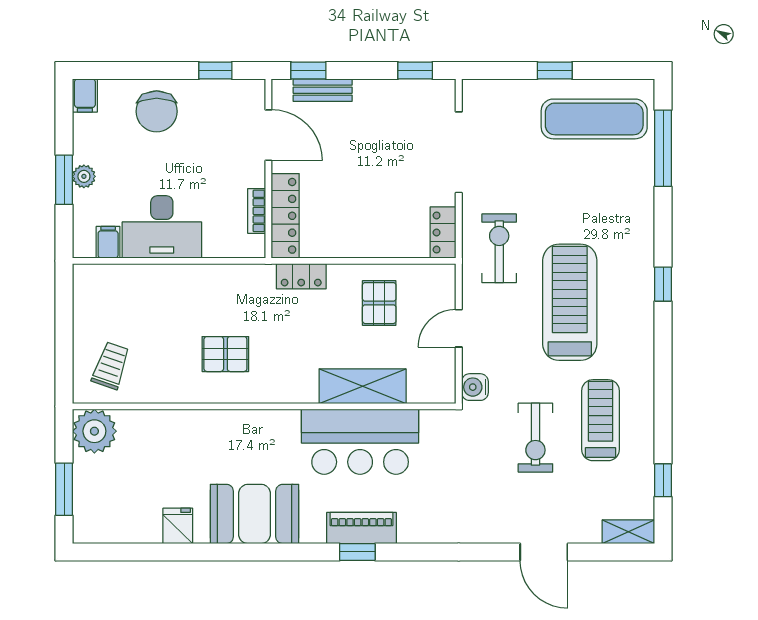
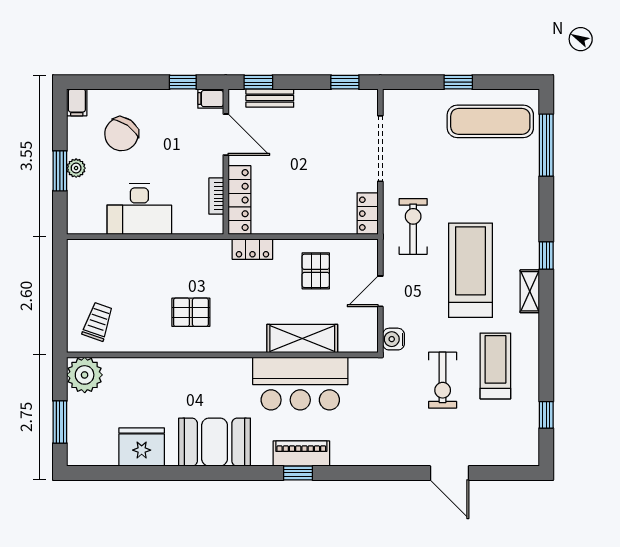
chair: (157, 111) -> (121, 134), moved, turned 35
filing cabinet: (108, 242) -> (211, 99), moved, turned -90
fridge: (178, 526) -> (142, 447), width x1.88, depth x1.34
shelving: (628, 532) -> (530, 291), moved, turned 90

